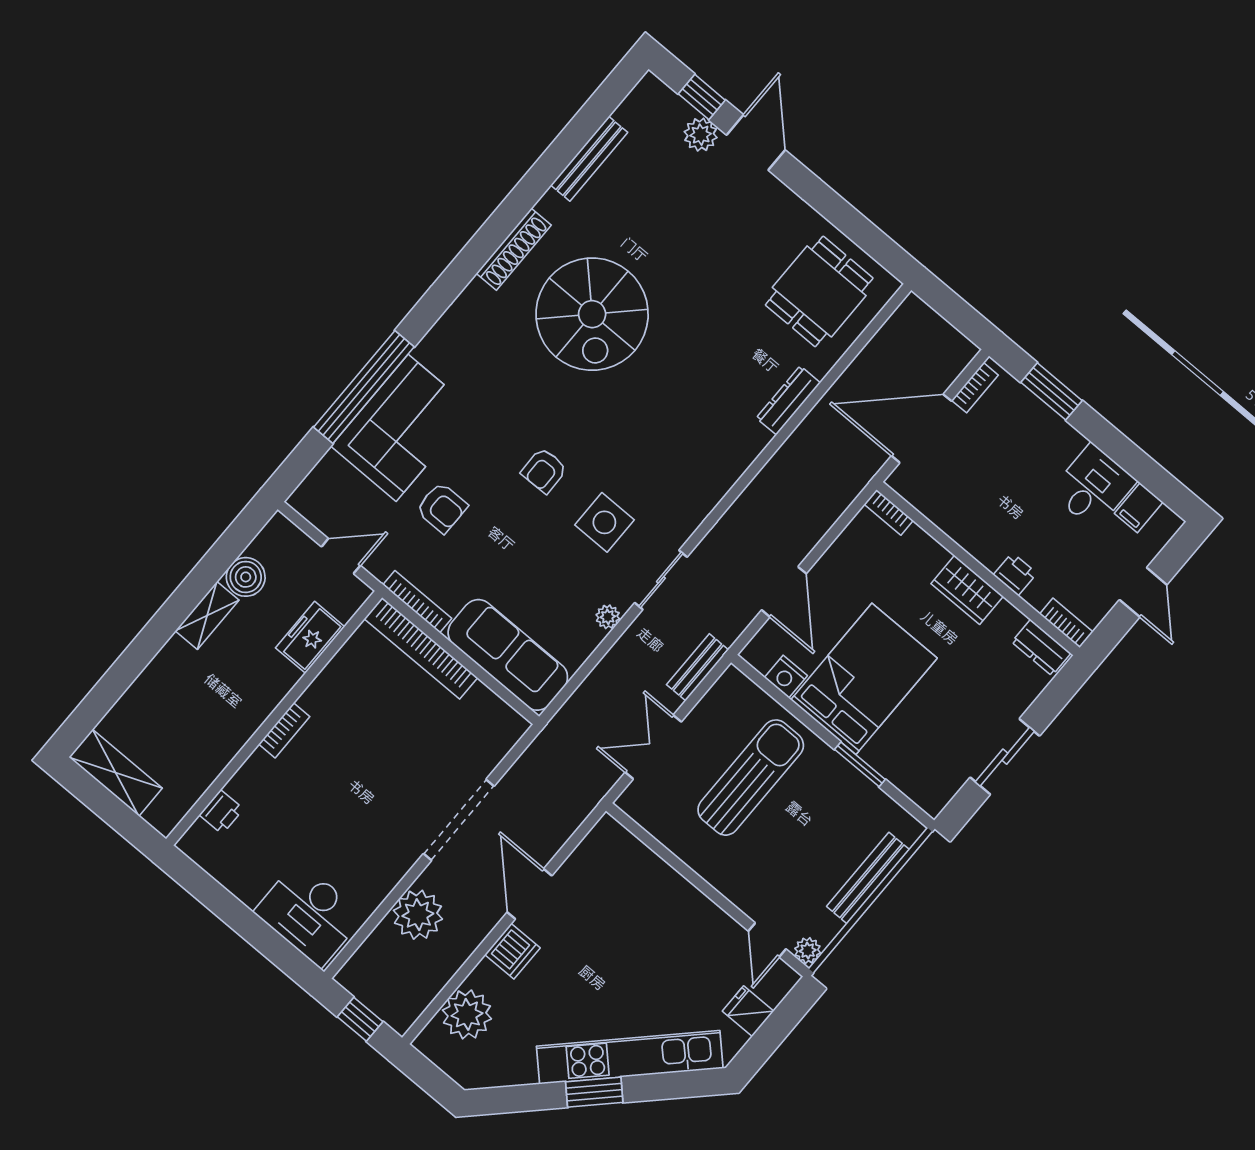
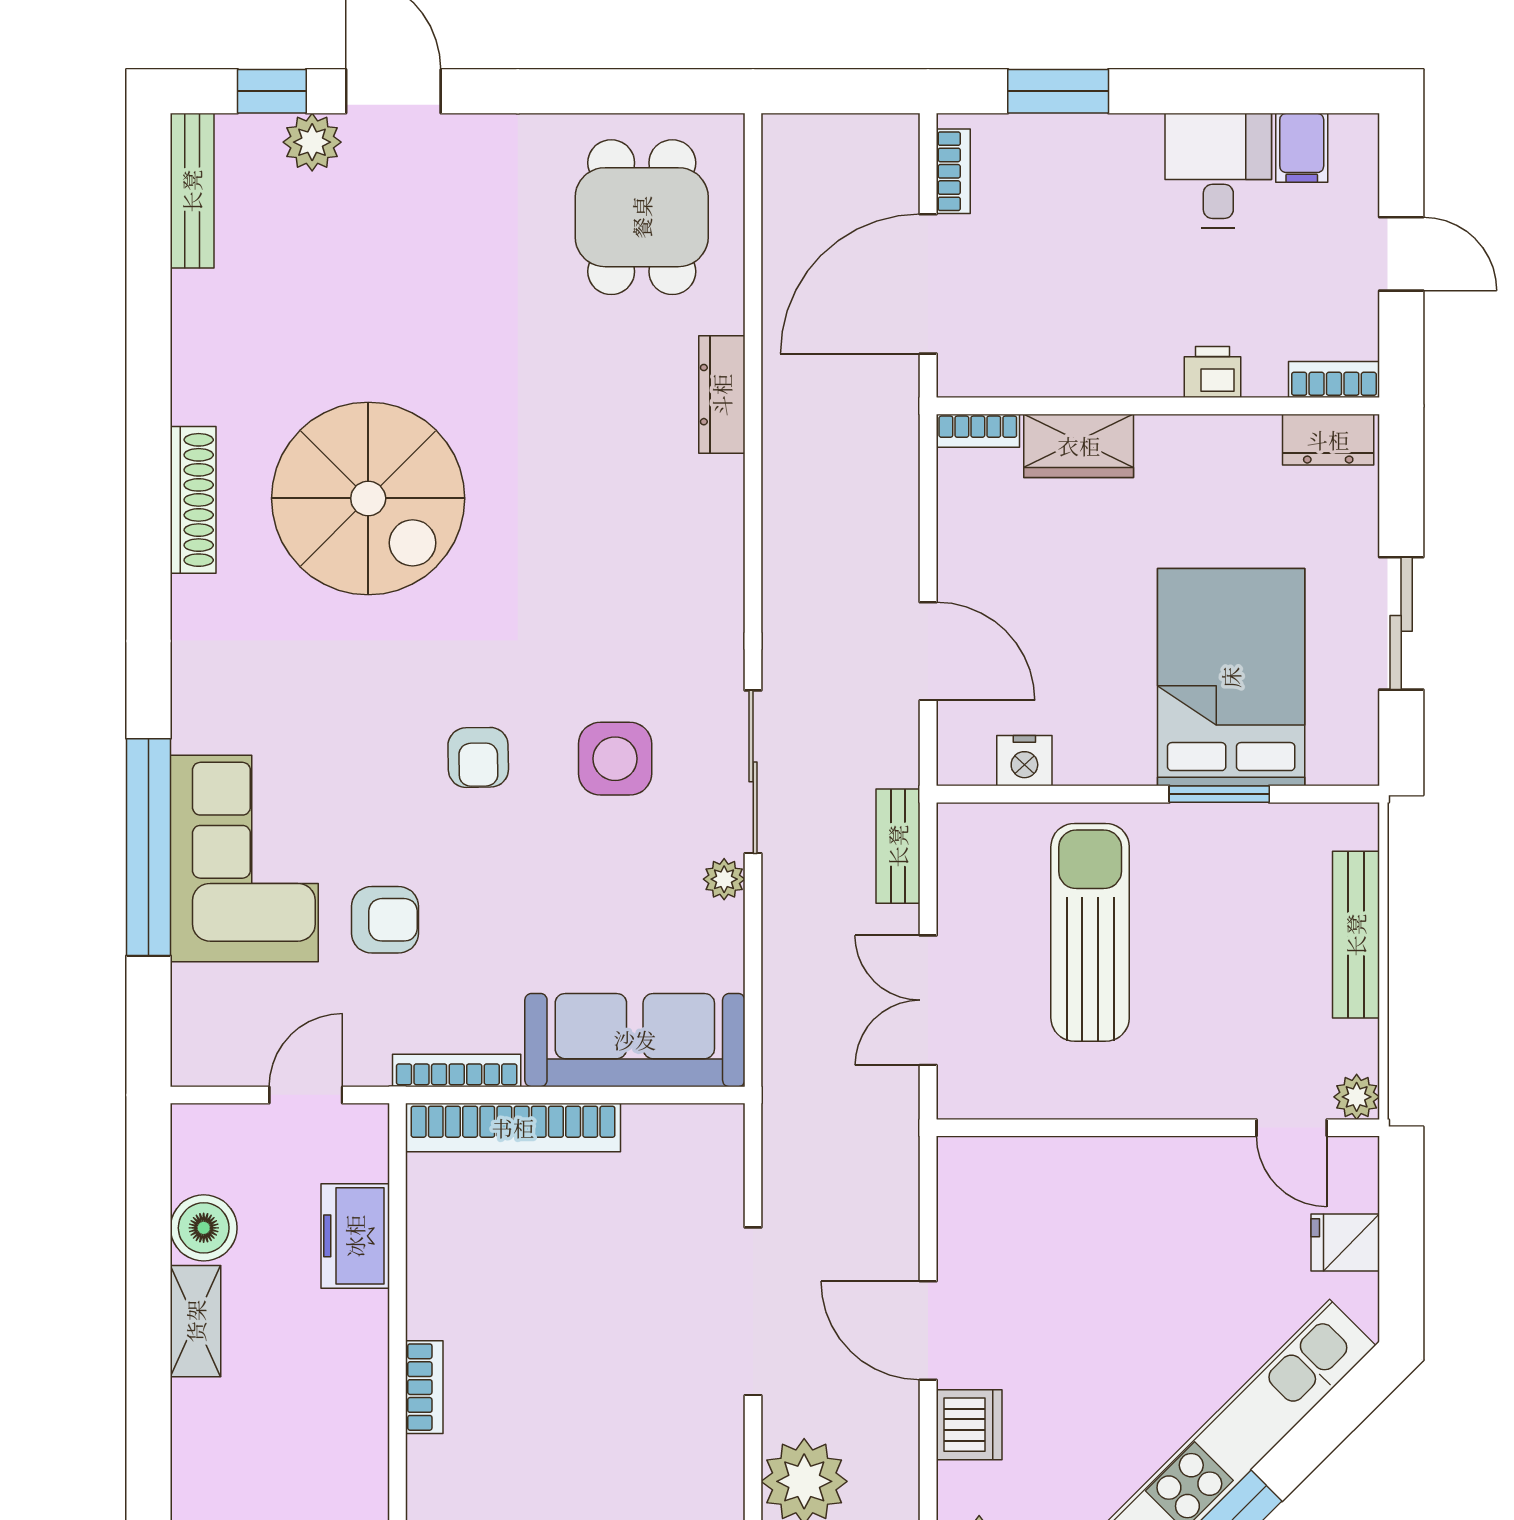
bench: (589, 159) -> (192, 191), moved
sliding door: (661, 580) -> (753, 772), width x1.37
wardrobe: (967, 590) -> (1079, 446), moved
bed: (864, 679) -> (1231, 677), moved

